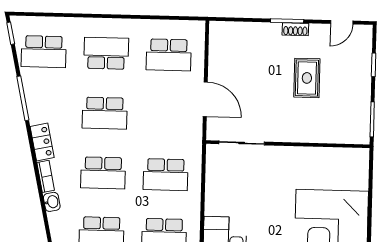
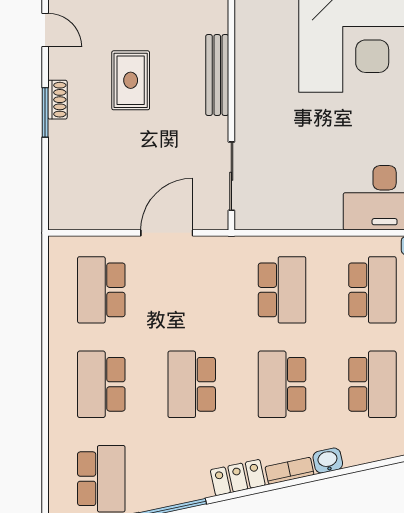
school desk: (169, 55) -> (101, 290), turned 180
rug: (307, 78) -> (131, 80), turned 90
school desk: (105, 113) -> (192, 384), turned 180
bench: (309, 135) -> (217, 75), added
school desk: (103, 173) -> (282, 384), turned 180

